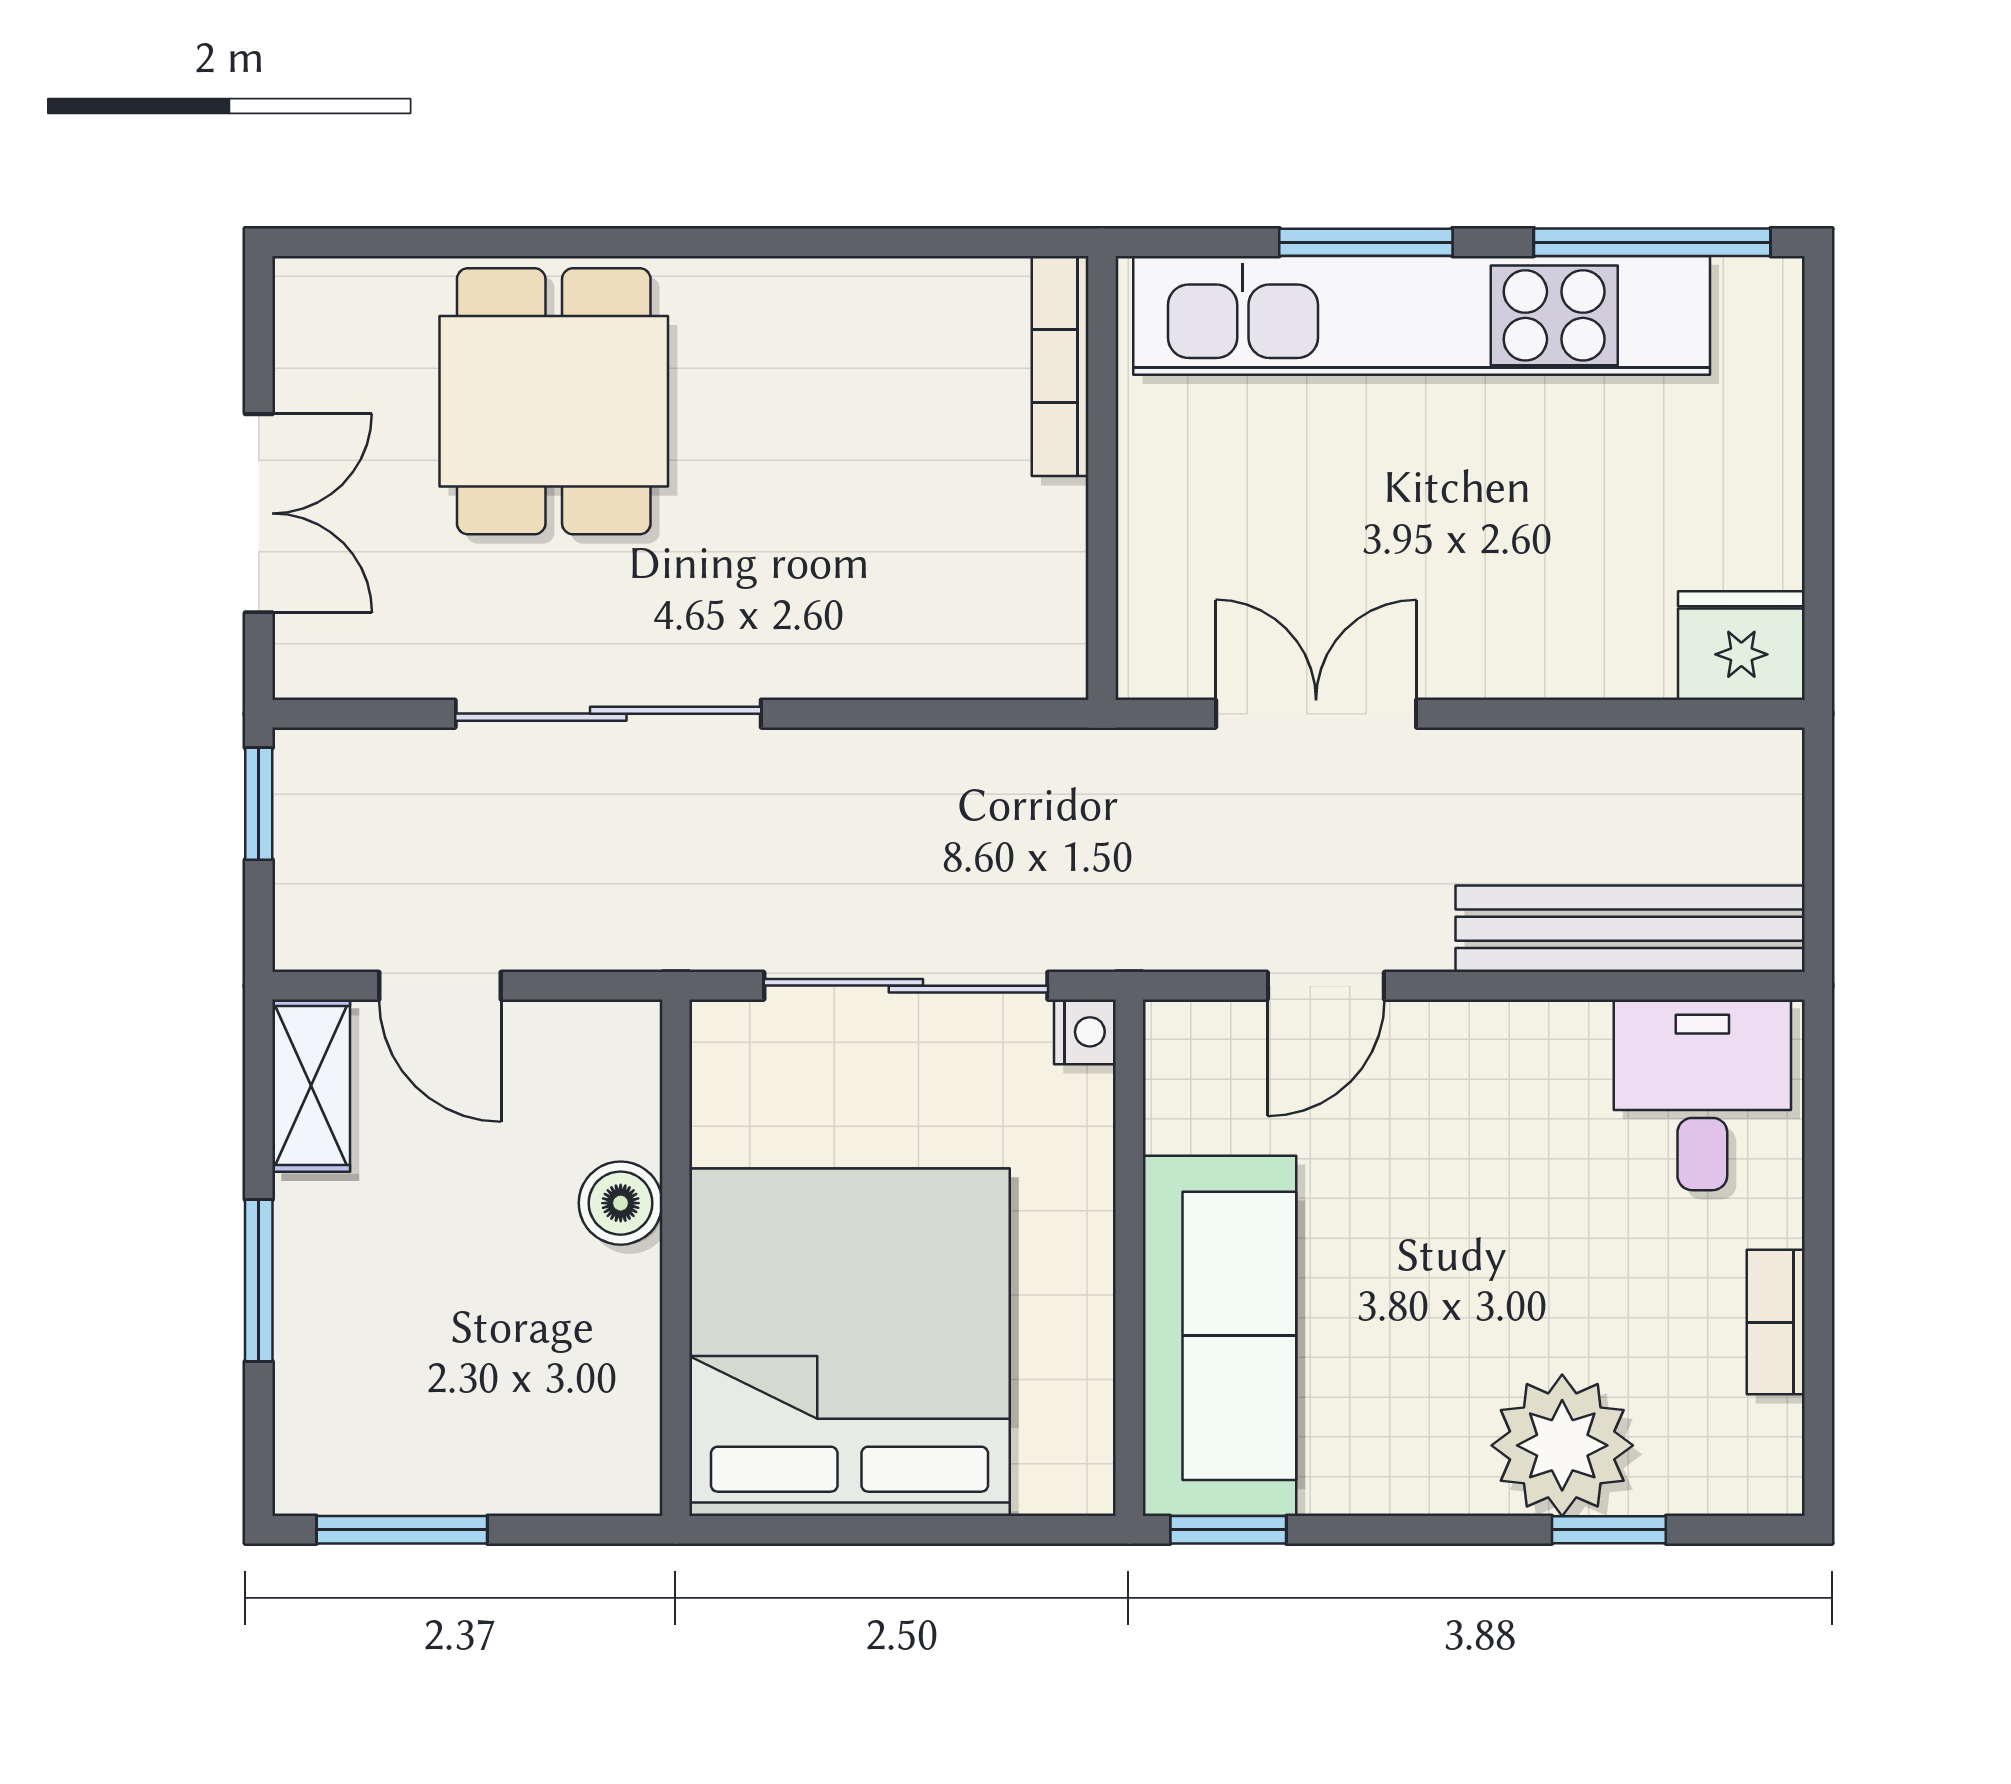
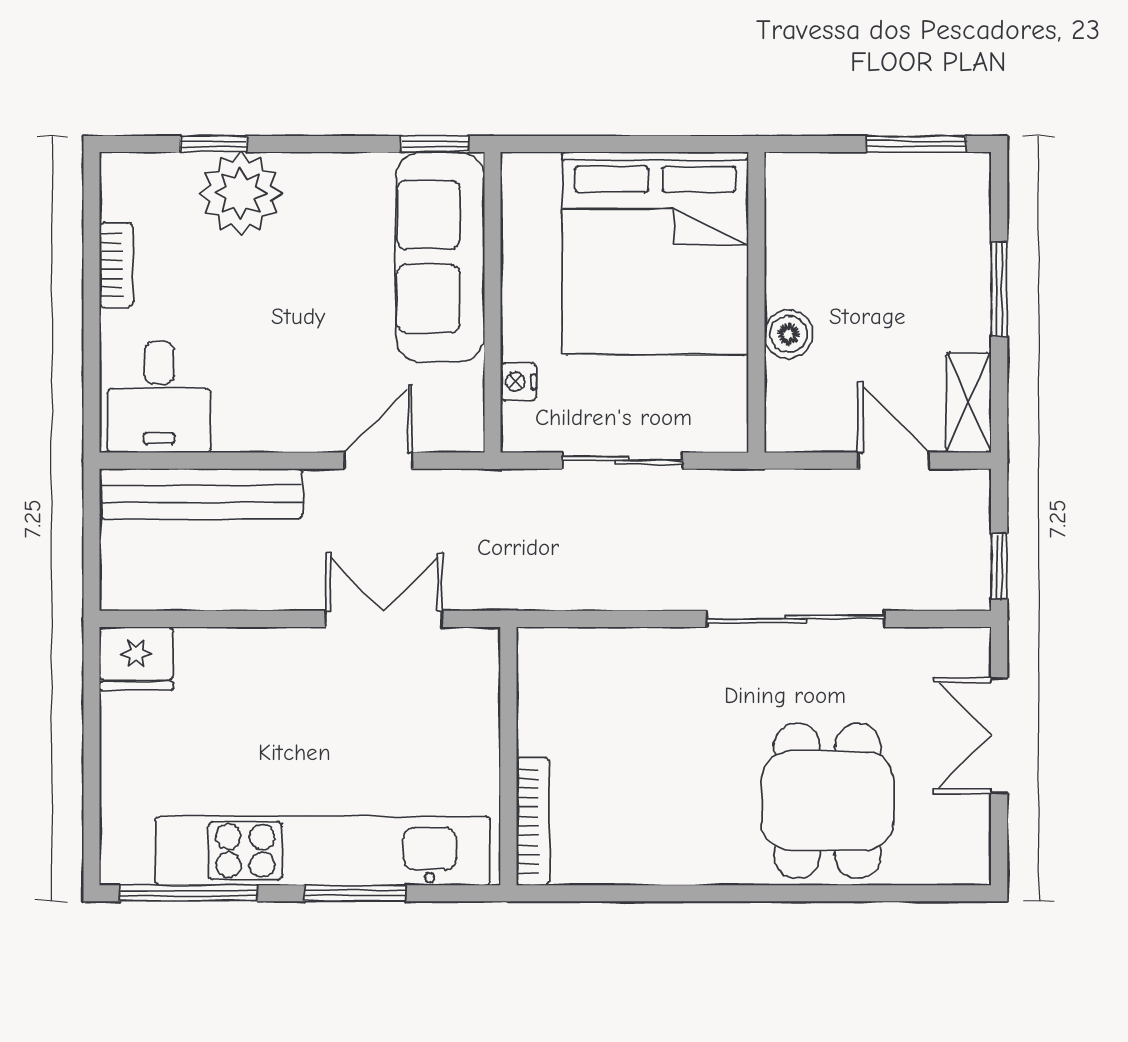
double door: (1316, 714) -> (384, 619), swing flipped
sliding door: (906, 986) -> (623, 461), width x0.73
nightstand: (1085, 1032) -> (518, 382), moved

